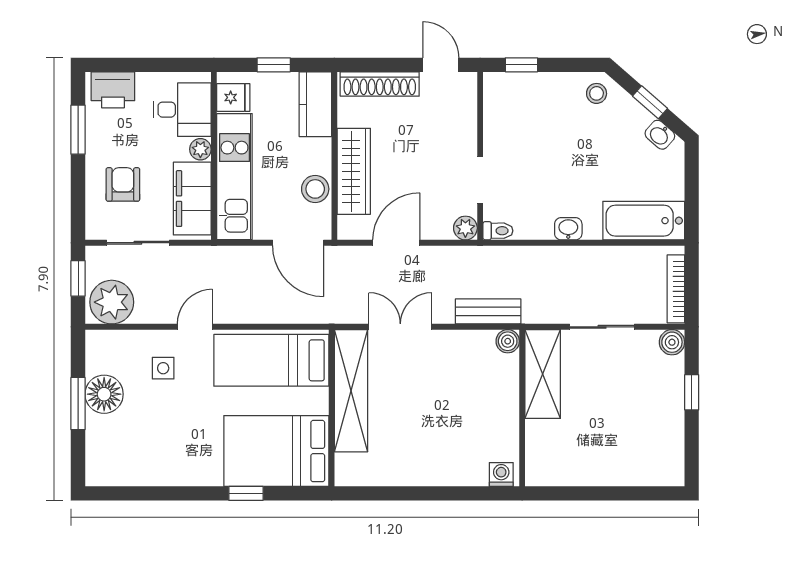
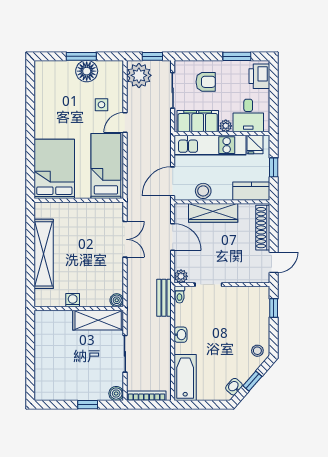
bench: (488, 311) -> (164, 298), moved
door: (195, 327) -> (125, 123), swing flipped
shelving: (351, 391) -> (44, 254), moved, turned 90
washing machine: (501, 475) -> (73, 300), moved, turned -90
window: (246, 493) -> (30, 152), removed

